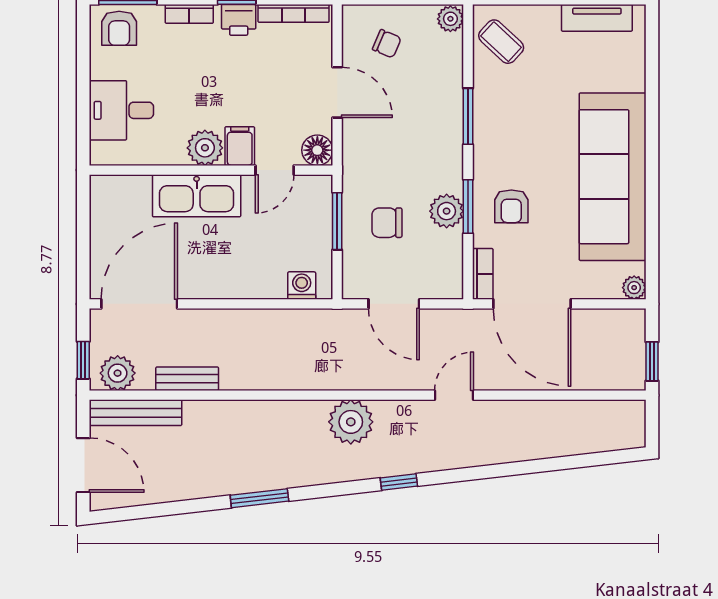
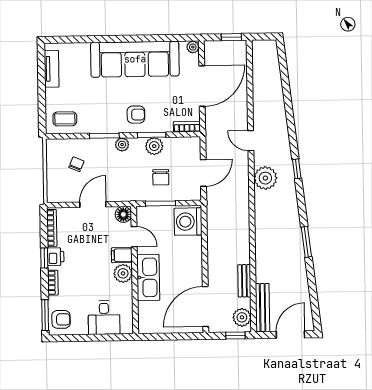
plant: (450, 19) -> (122, 145), moved
coffee table: (501, 42) -> (65, 119), turned 47
chair: (387, 44) -> (76, 164), moved
armchair: (511, 206) -> (136, 115), moved
washing machine: (302, 286) -> (188, 222), width x1.89, depth x1.89
door: (139, 304) -> (205, 307), hinge flipped
door: (532, 304) -> (202, 86), moved
plant: (351, 422) -> (265, 178), moved

